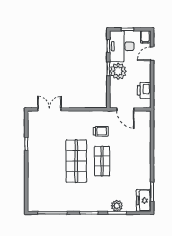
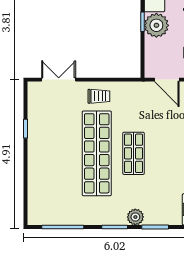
trolley: (101, 131) -> (99, 96), moved
shop shelf: (76, 161) -> (97, 153), width x1.40
plant: (117, 206) -> (135, 217), moved

